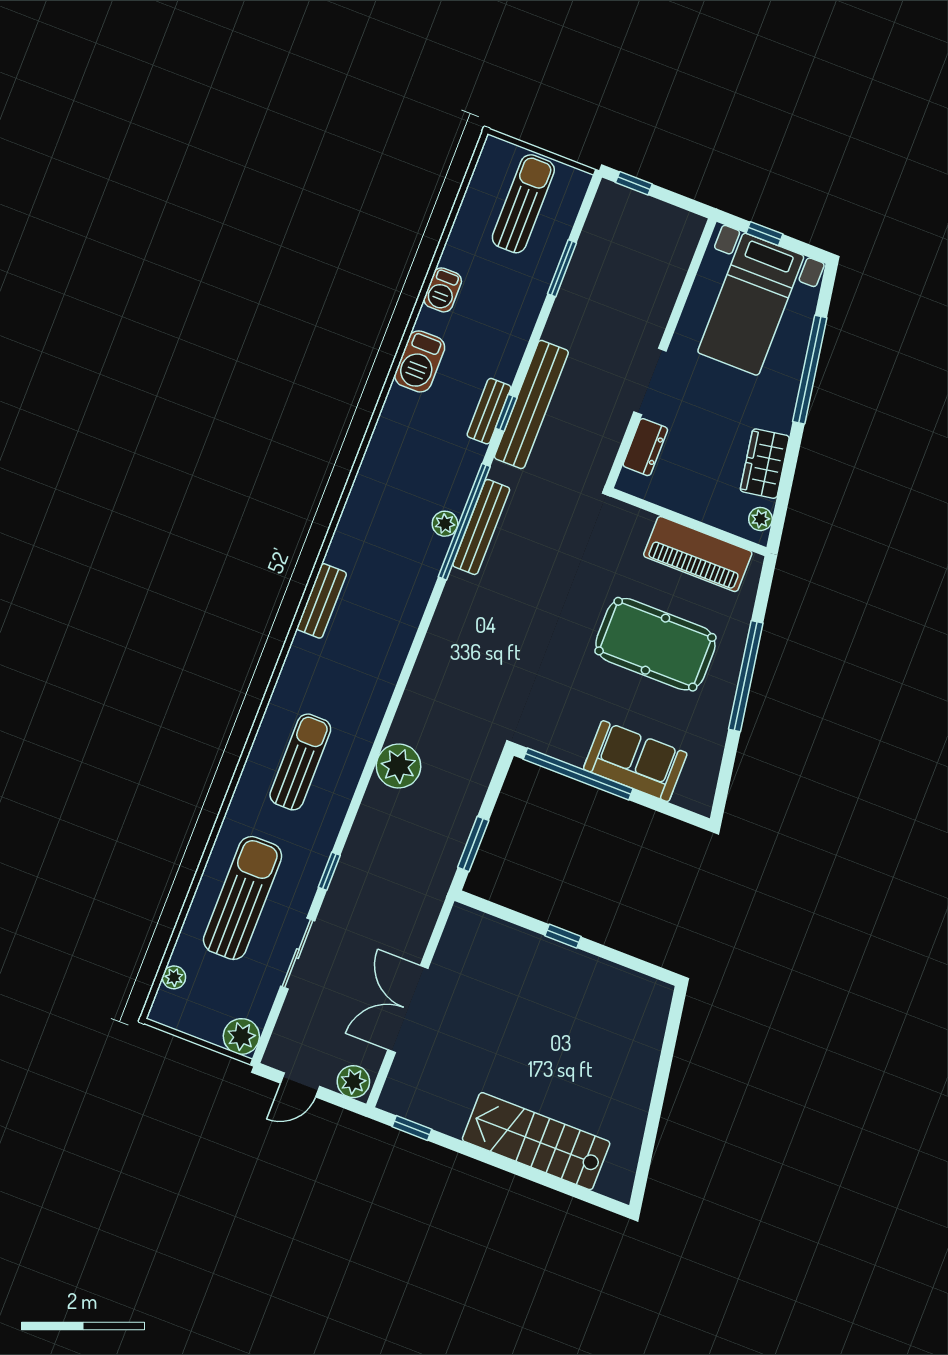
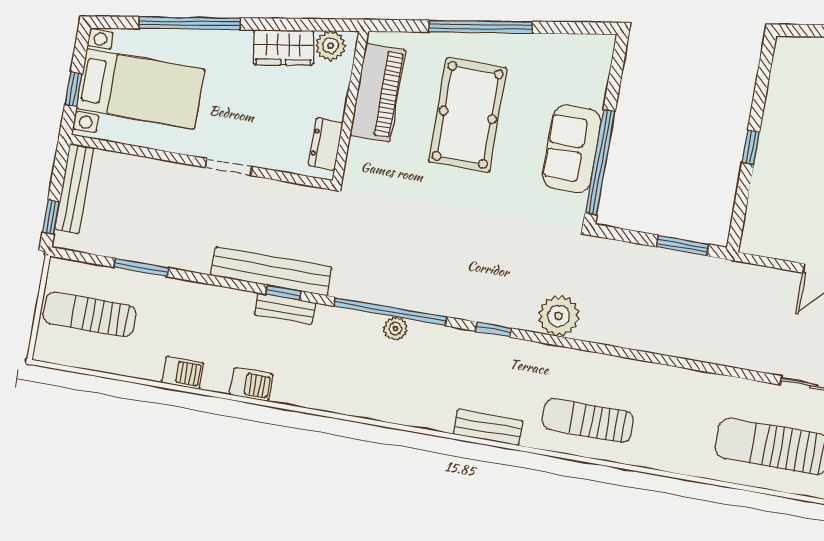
barbecue: (420, 361) -> (251, 384), width x0.73, depth x0.79
doorway: (650, 381) -> (229, 167), width x0.73
dresser: (645, 447) -> (326, 144), moved, turned -90
plant: (760, 519) -> (331, 46), width x1.38, depth x1.38
bench: (481, 527) -> (74, 188), moved, turned 90
sofa: (635, 761) -> (572, 149), moved
sun lounger: (300, 762) -> (588, 420), moved
plant: (399, 766) -> (559, 316), moved
window: (329, 871) -> (493, 330), moved

